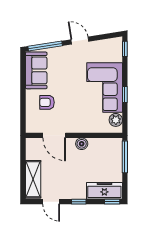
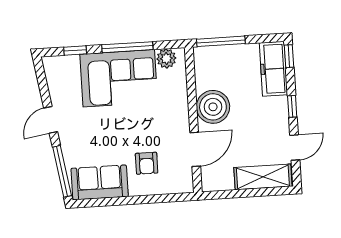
window: (125, 49) -> (75, 50), moved
window: (125, 94) -> (127, 47), width x2.17
boiler: (82, 144) -> (213, 107), width x1.86, depth x1.86

